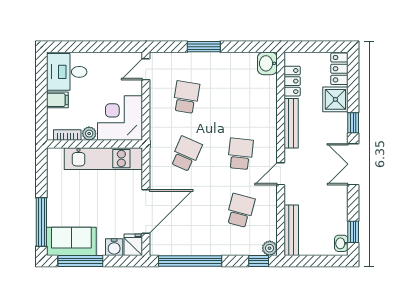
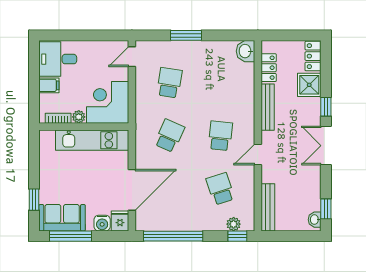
school desk: (240, 210) -> (220, 189), turned -33
window: (41, 222) -> (34, 200), width x0.46
plant: (270, 248) -> (234, 224), moved

